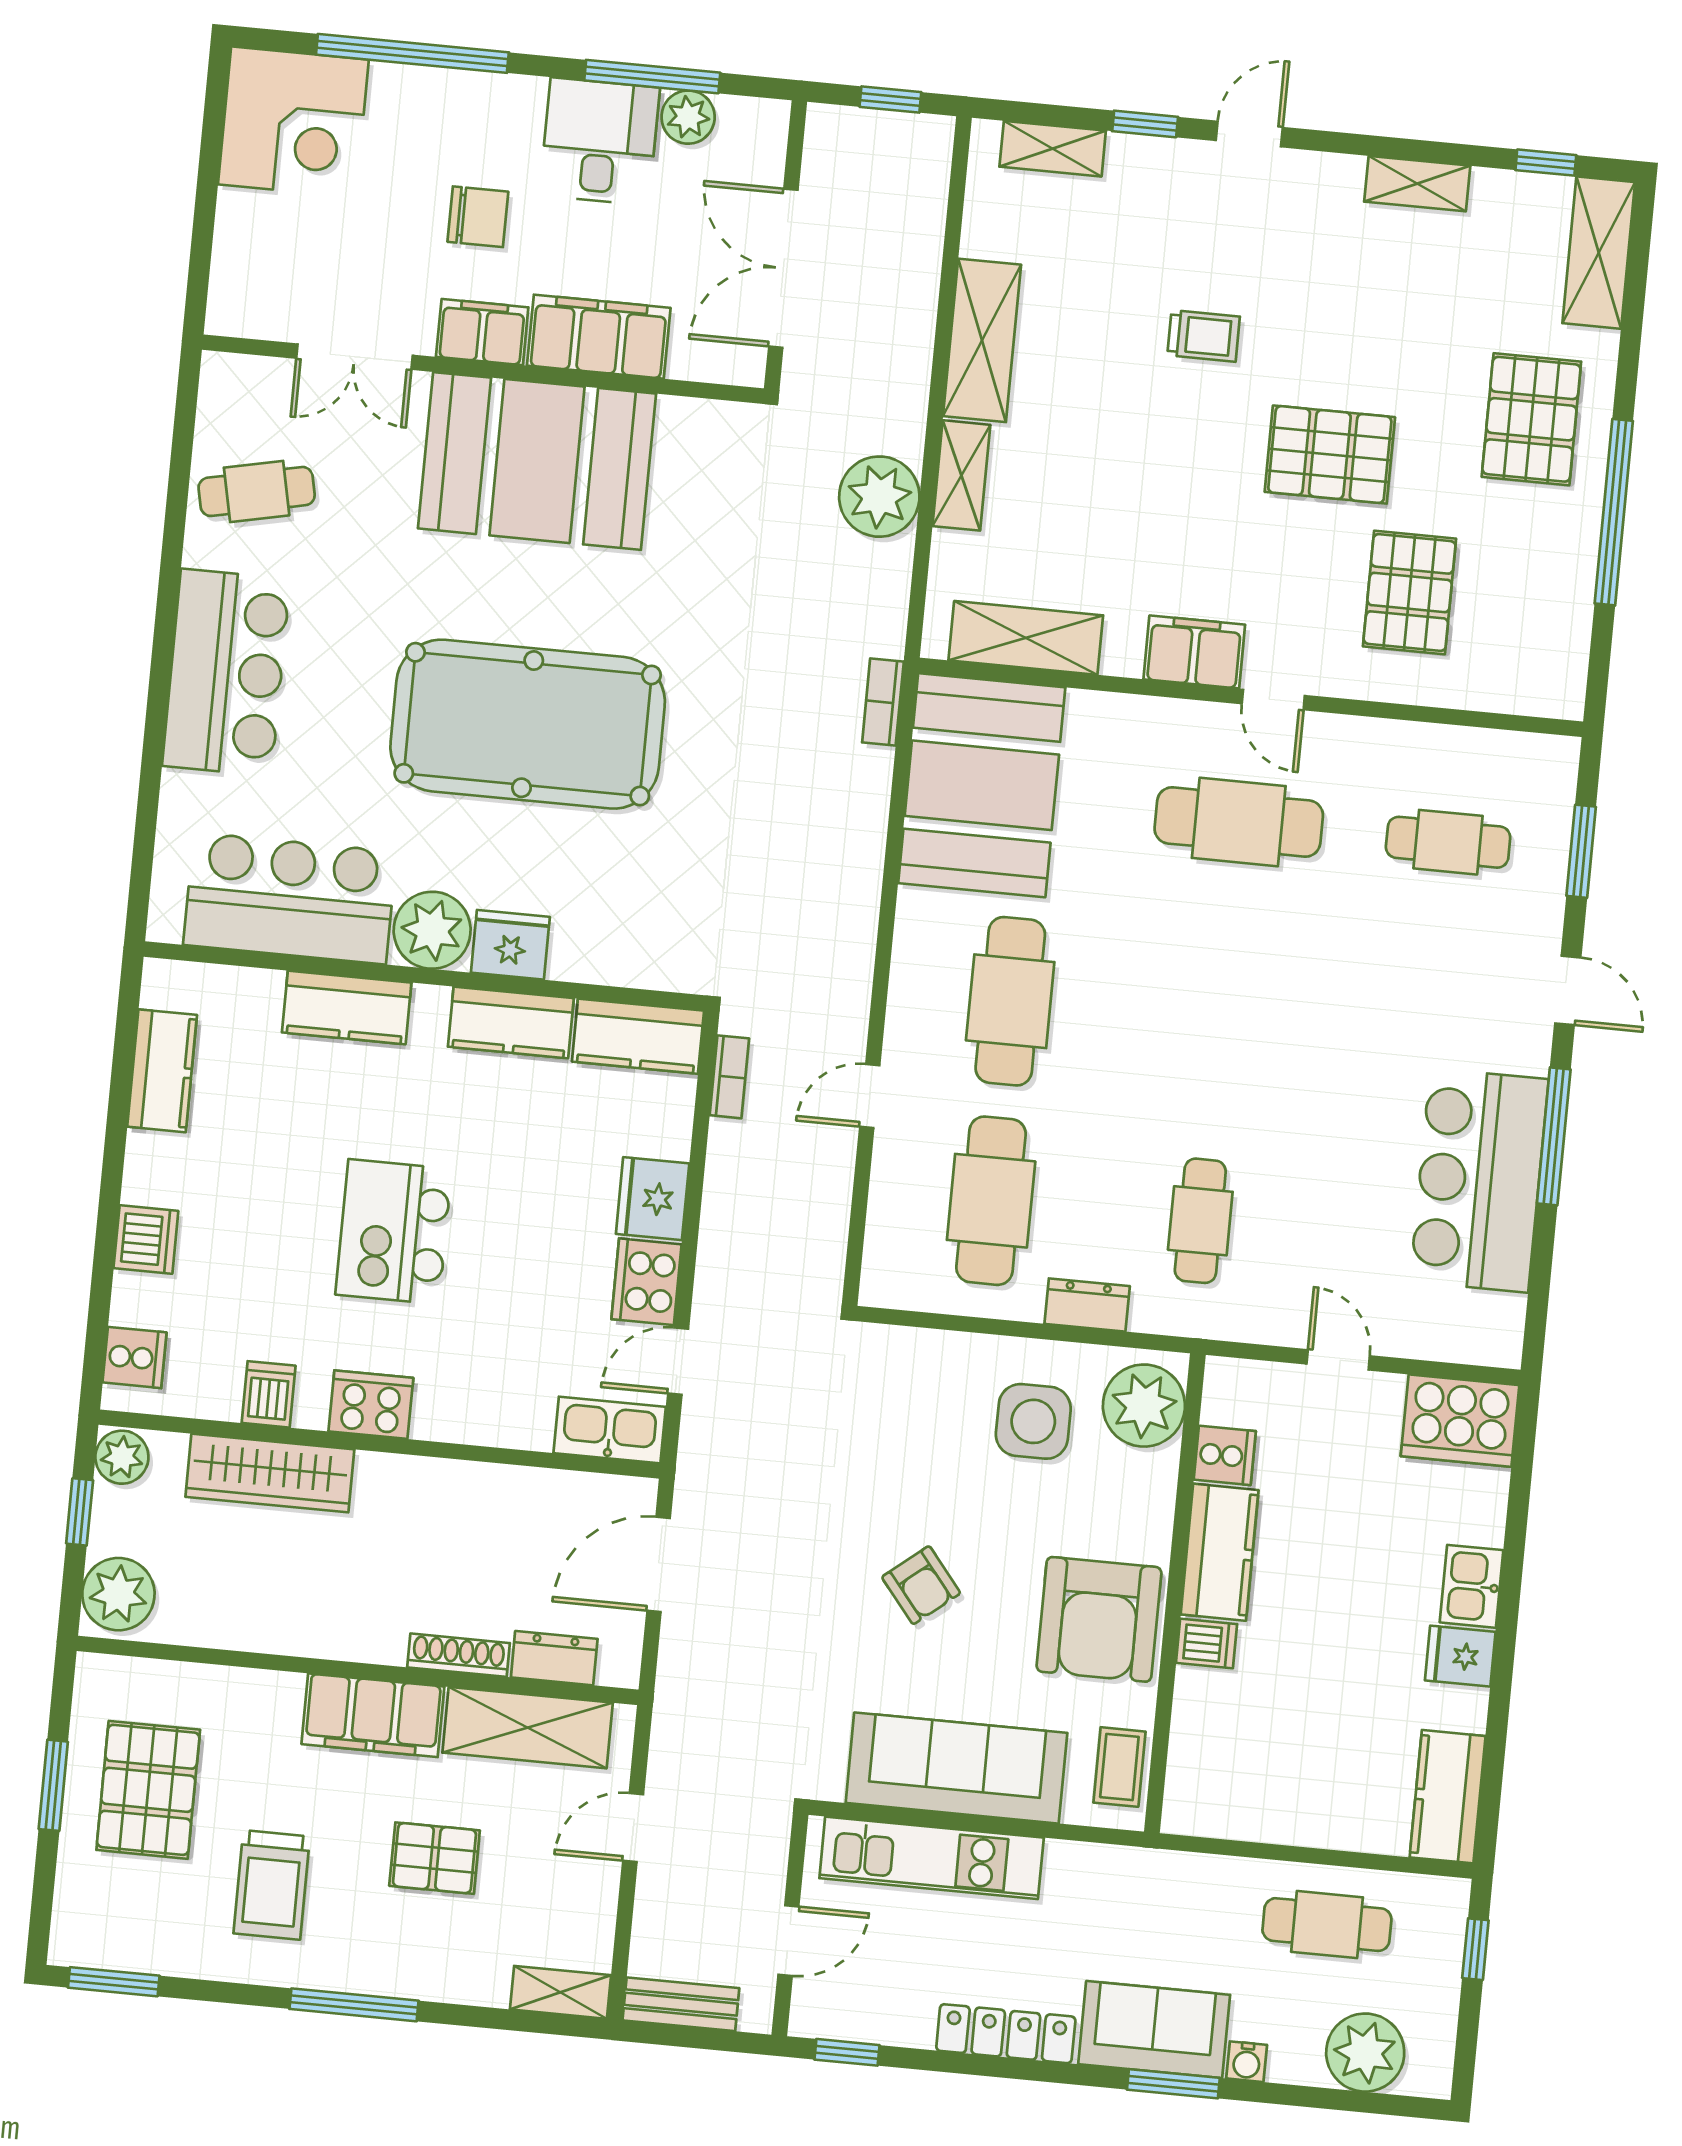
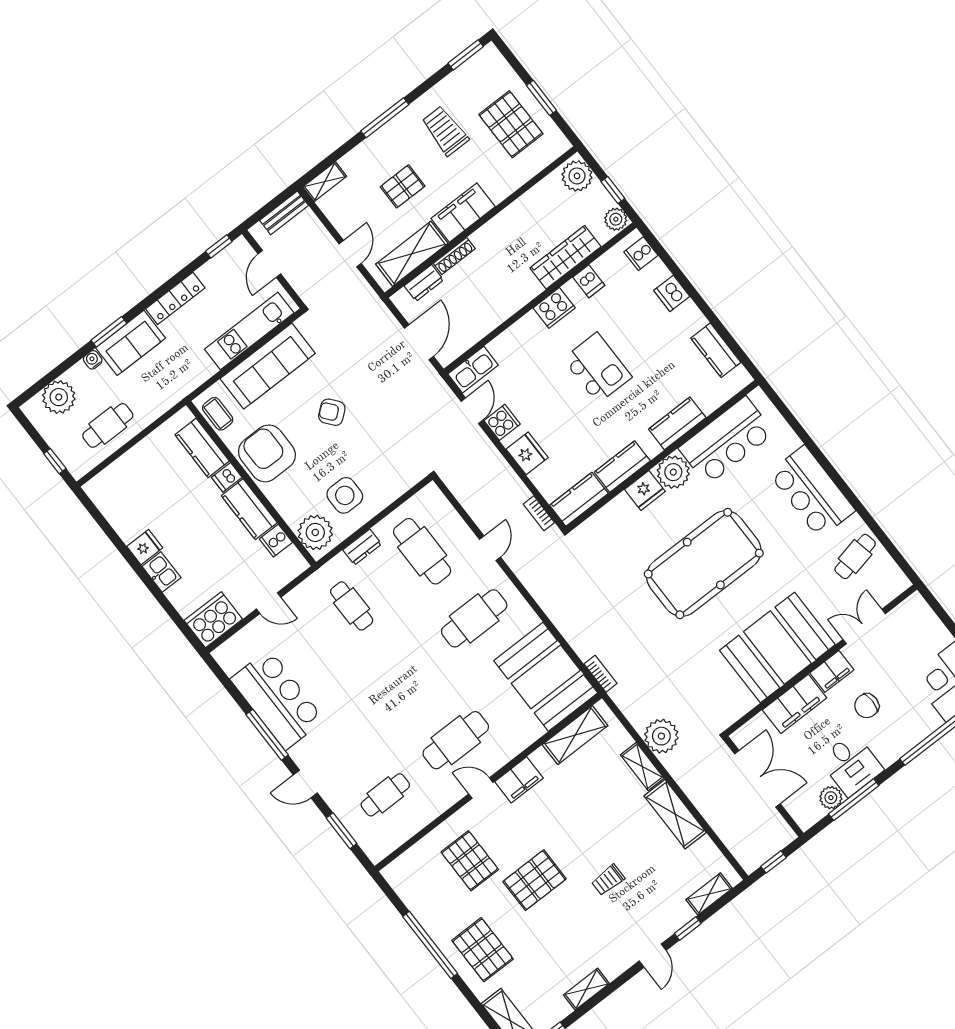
cafe table: (1010, 1001) -> (474, 618), turned 90
cooker: (646, 1282) -> (502, 422), width x0.73
kitchen counter: (1448, 1797) -> (202, 448), moved, turned 180

